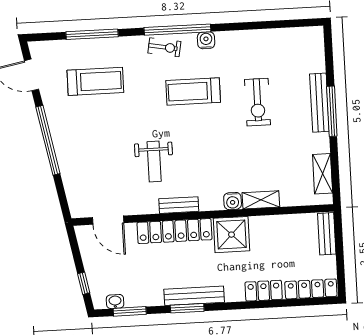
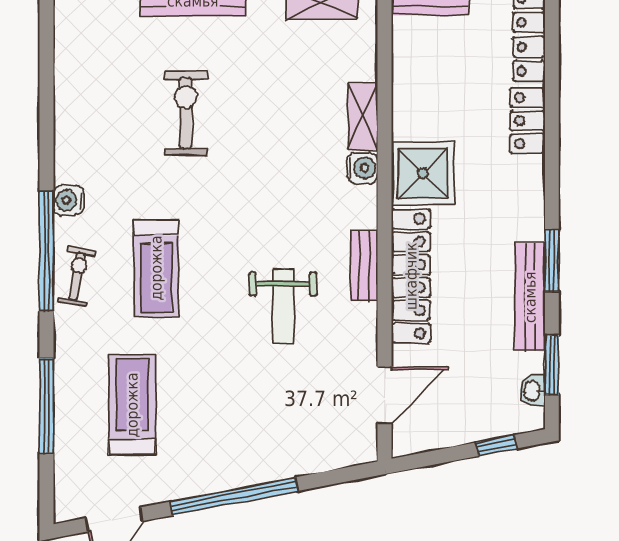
treadmill: (193, 91) -> (156, 268), moved
exercise bike: (258, 102) -> (186, 113), turned -90
weight bench: (154, 162) -> (283, 306), turned 90
bench: (194, 296) -> (530, 297), moved

